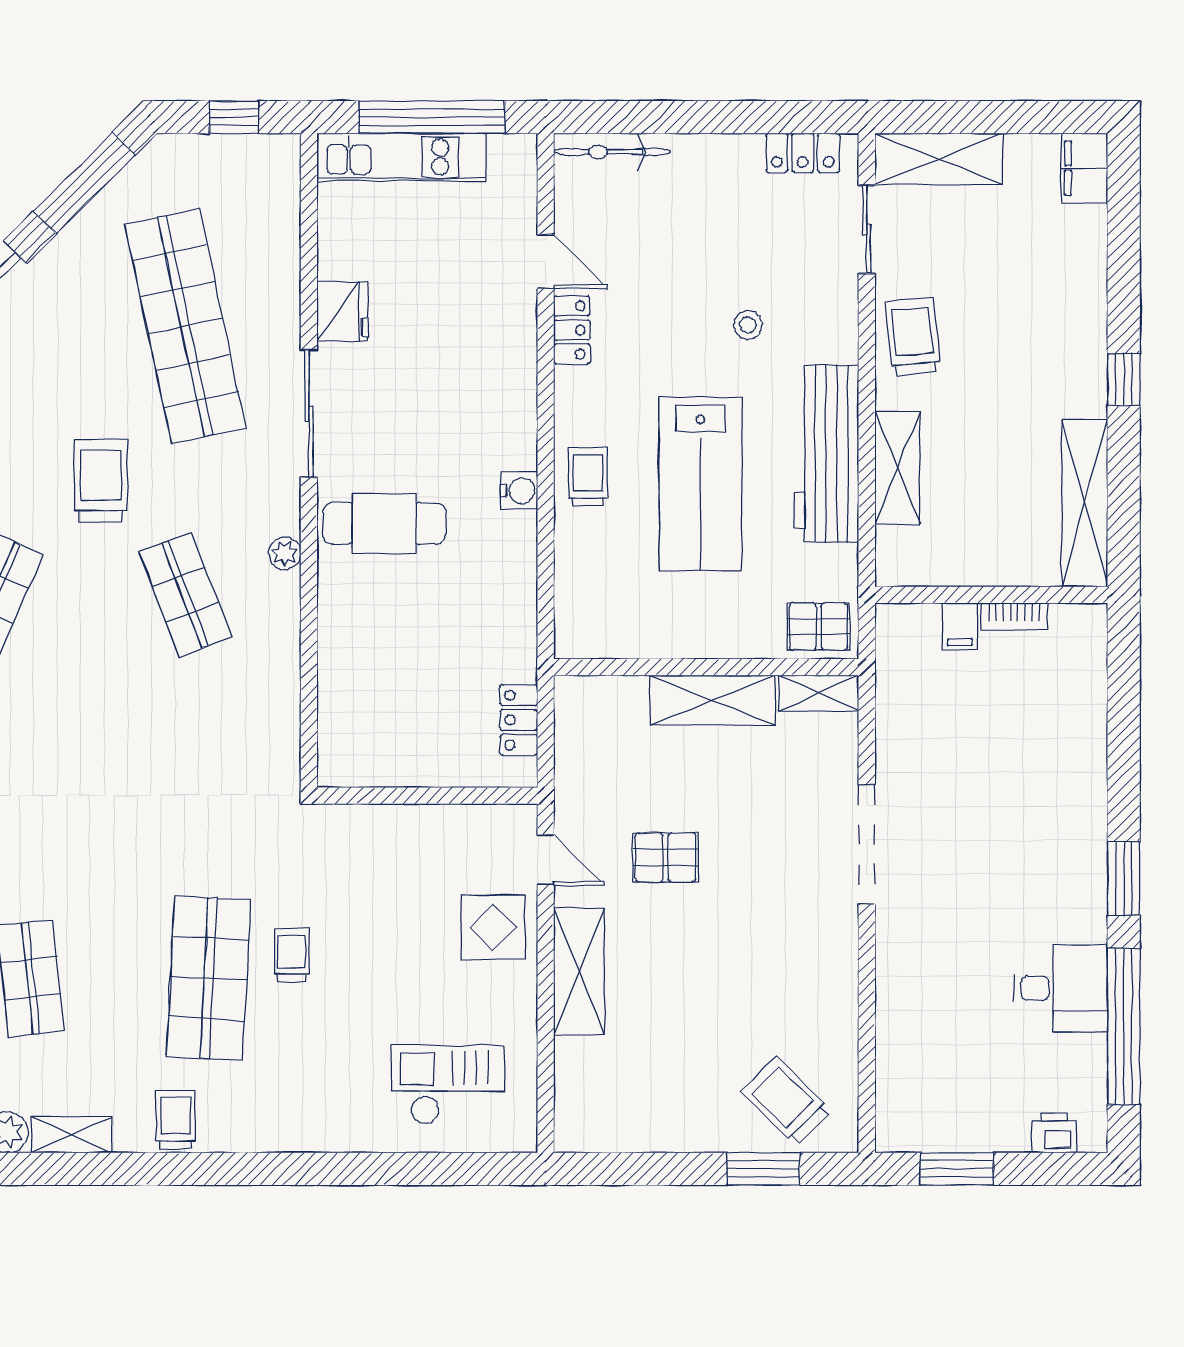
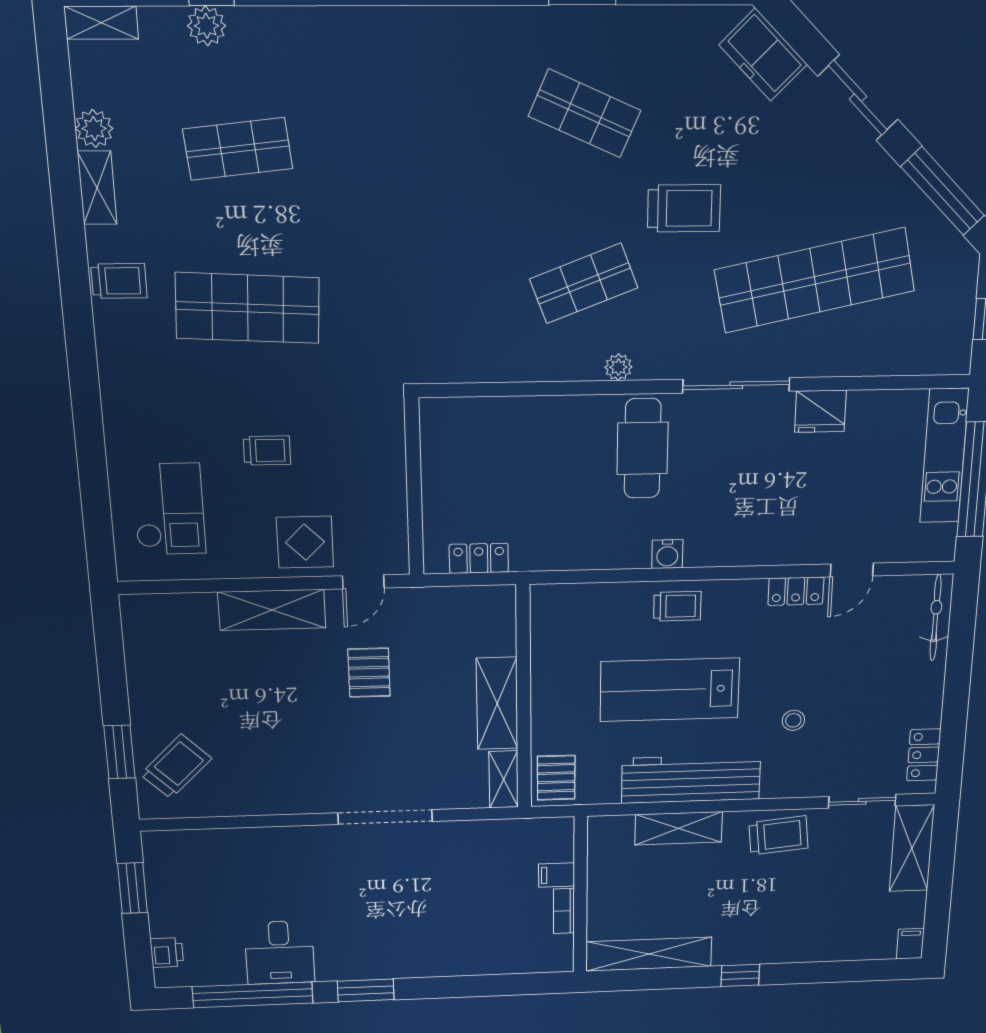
filing cabinet: (1084, 168) -> (910, 944), width x0.50
trolley: (292, 955) -> (267, 450), moved

